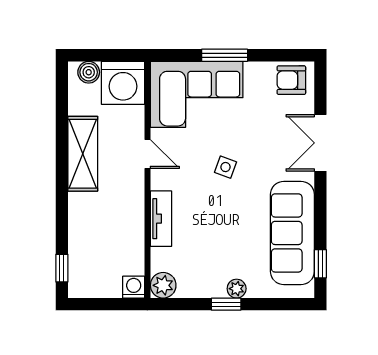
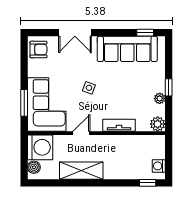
window: (225, 55) -> (24, 103), moved
armchair: (291, 80) -> (38, 50), turned -90
washing machine: (134, 287) -> (159, 166), moved
plant: (237, 289) -> (160, 98), moved

